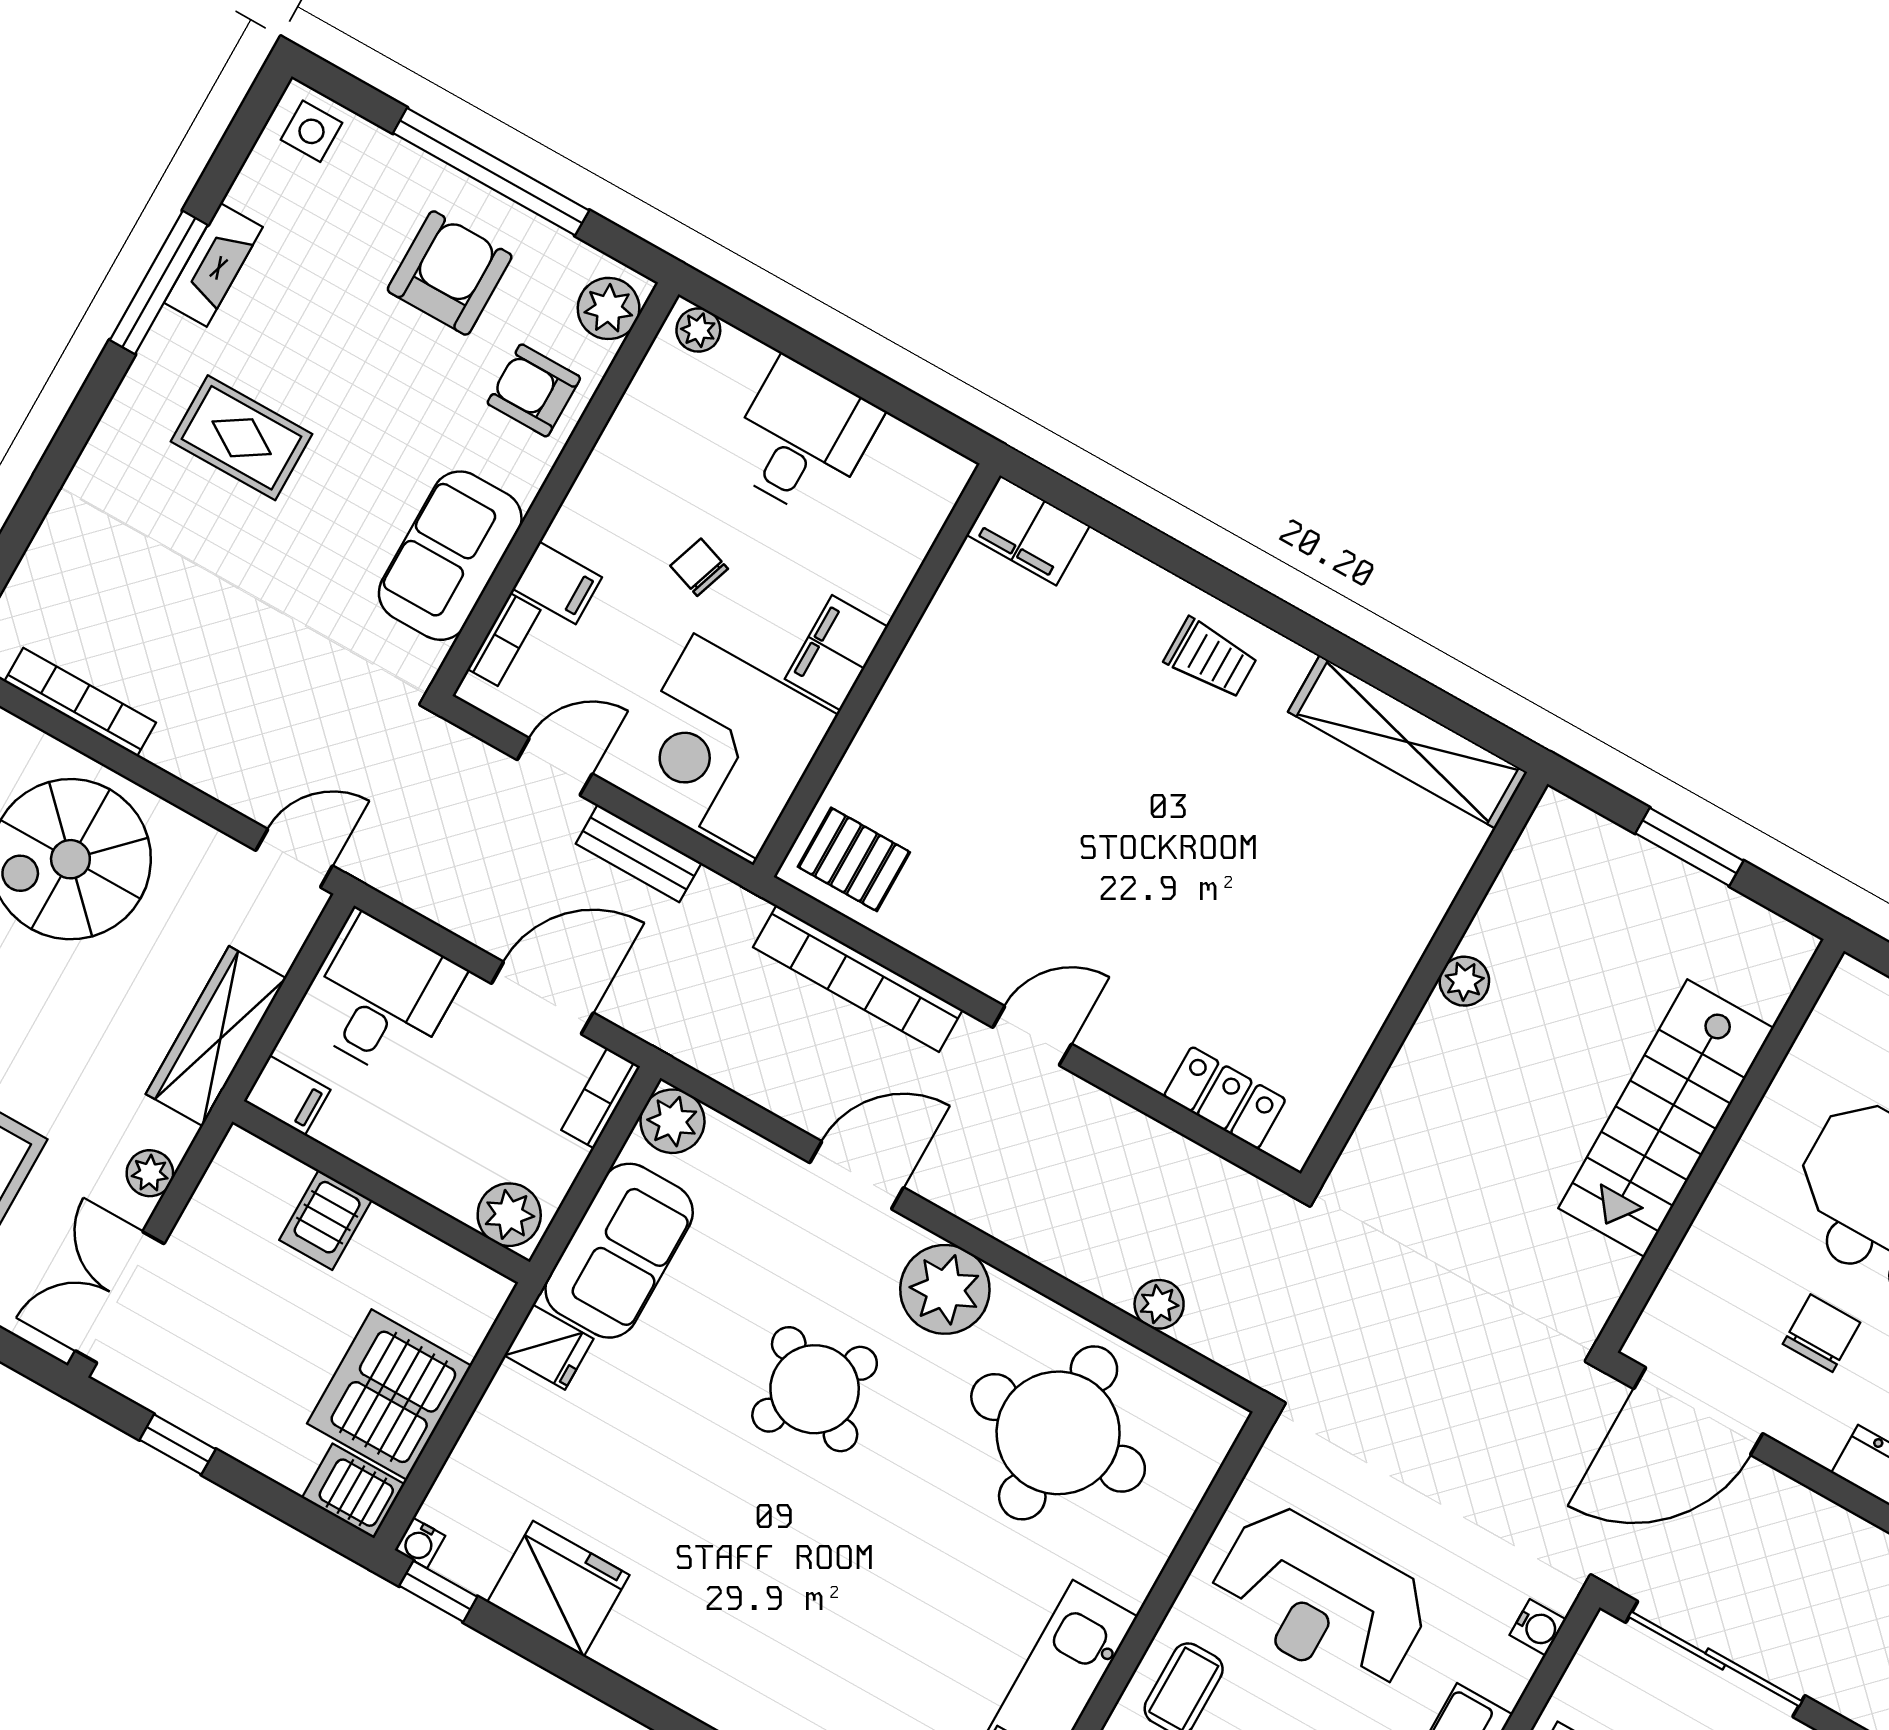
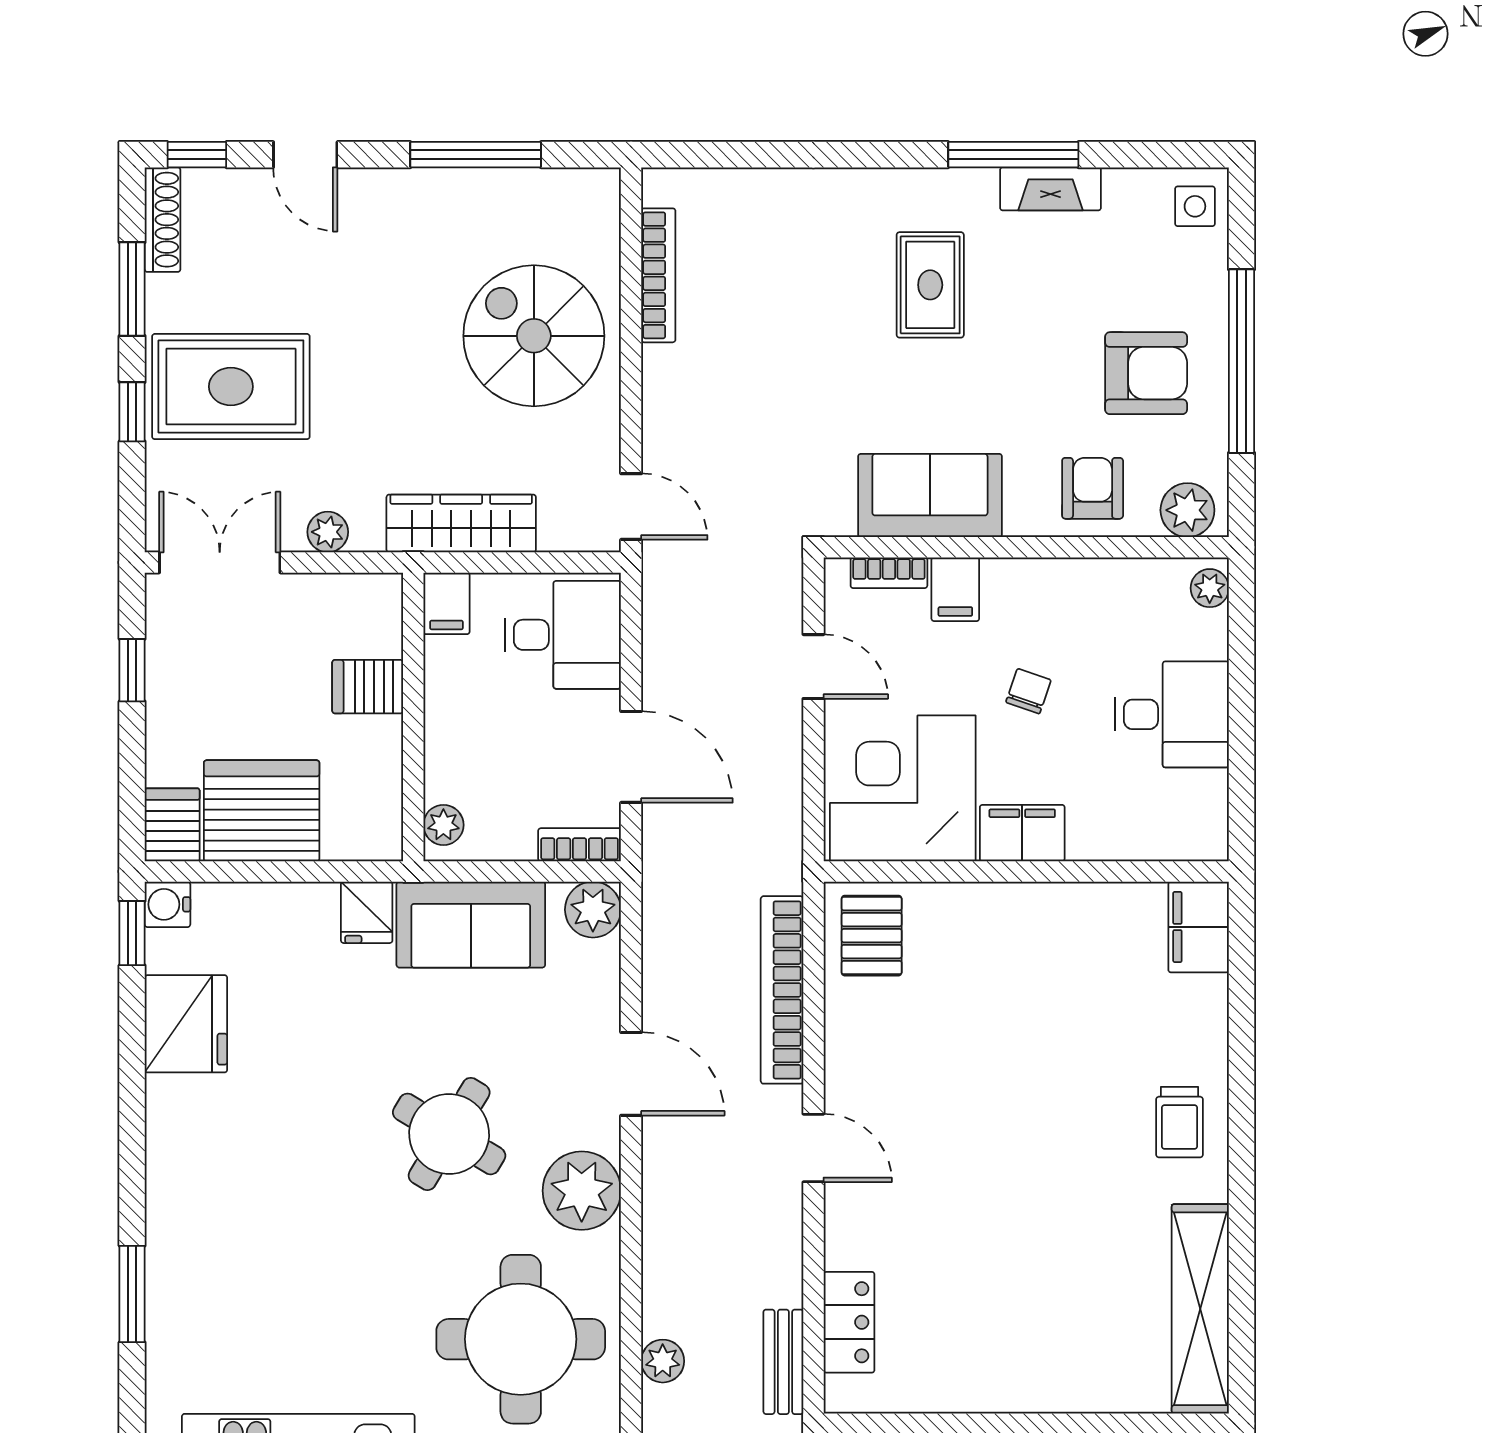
bench: (639, 853) -> (783, 1362), moved
plant: (509, 1215) -> (443, 825), width x0.73, depth x0.73
water cooler: (420, 1543) -> (167, 904), width x1.38, depth x1.38

